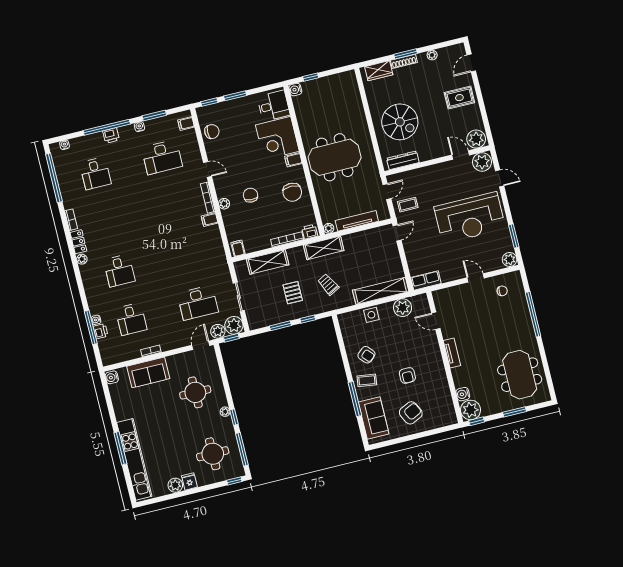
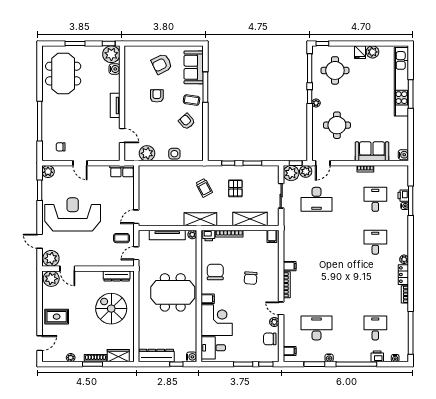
dresser: (336, 81) -> (156, 356), added
printer: (111, 135) -> (377, 356), moved
plant: (224, 204) -> (274, 322), moved
shelving: (381, 291) -> (162, 172), removed
desk: (198, 303) -> (317, 199), turned 180

